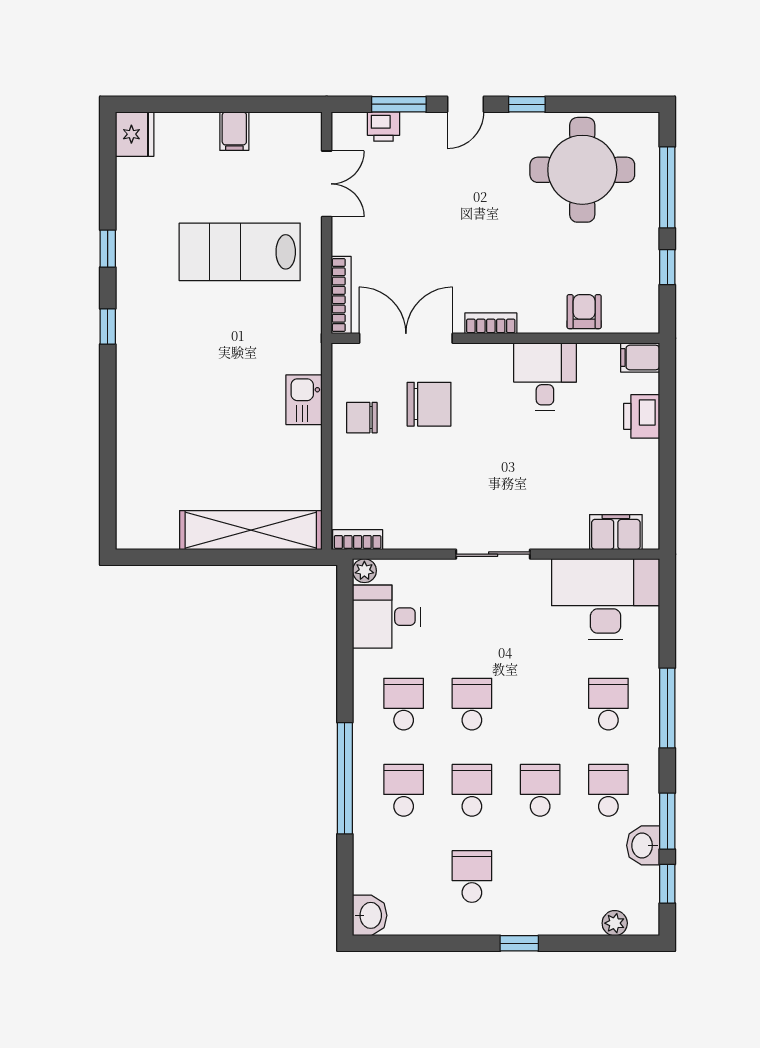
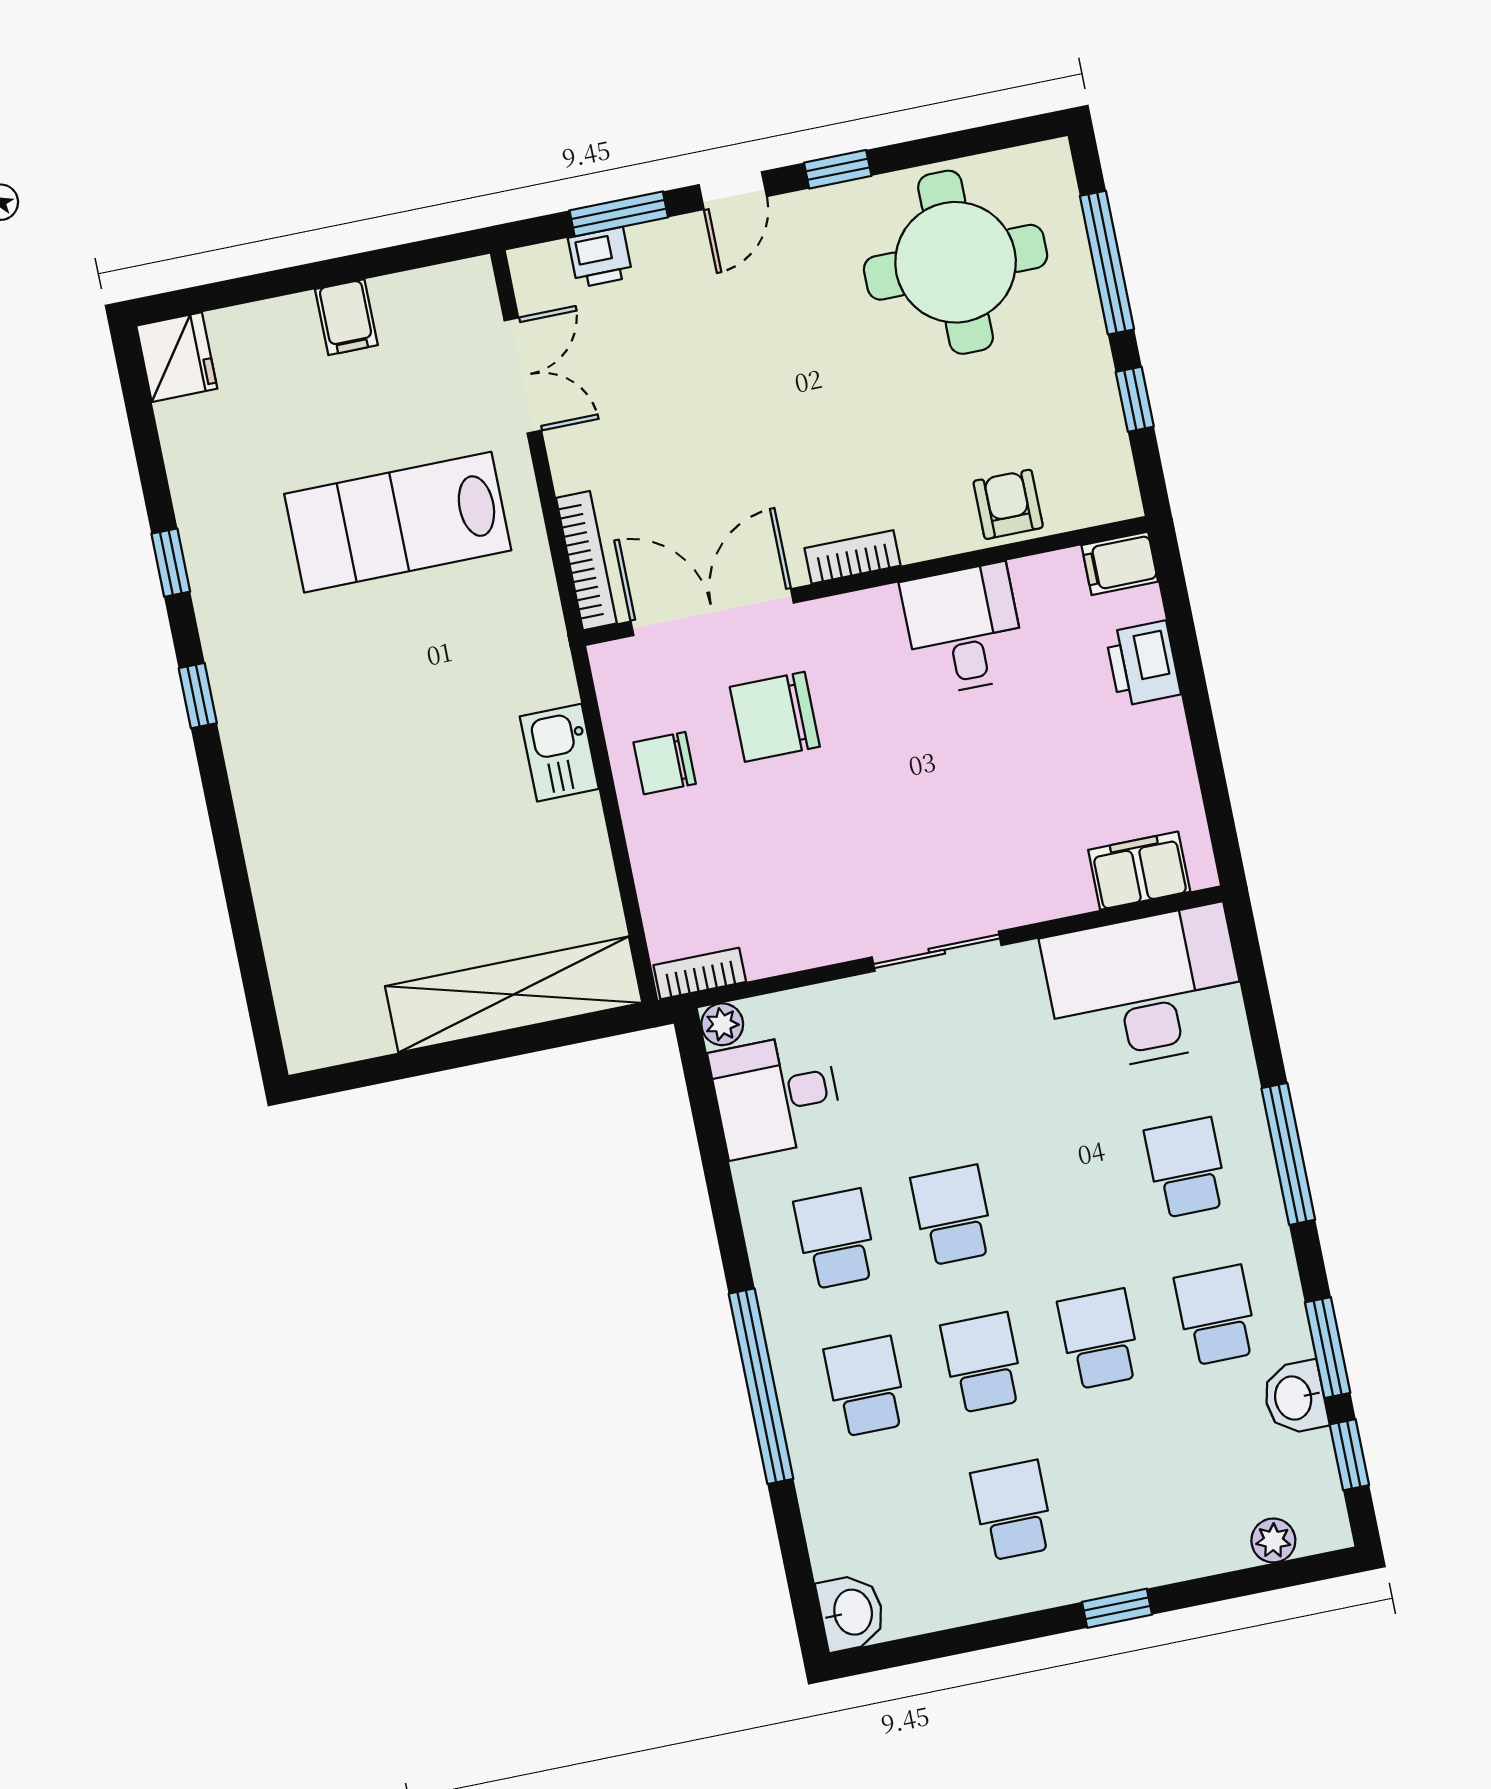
chair: (429, 404) -> (775, 717), turned 180

